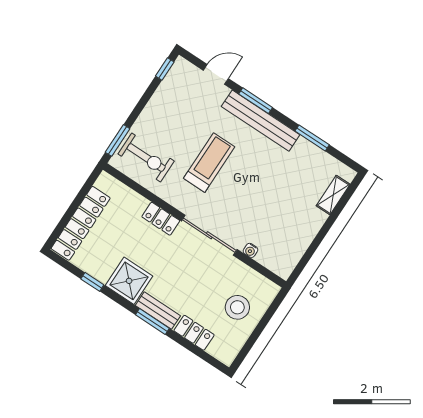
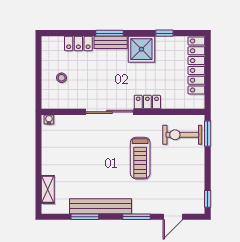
bench: (261, 121) -> (101, 206), moved
water cooler: (250, 250) -> (49, 119), moved
stool: (237, 307) -> (62, 78), width x0.53, depth x0.53

